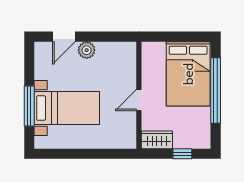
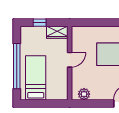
plant: (87, 50) -> (84, 94), moved
bed: (188, 74) -> (36, 78), width x0.67

